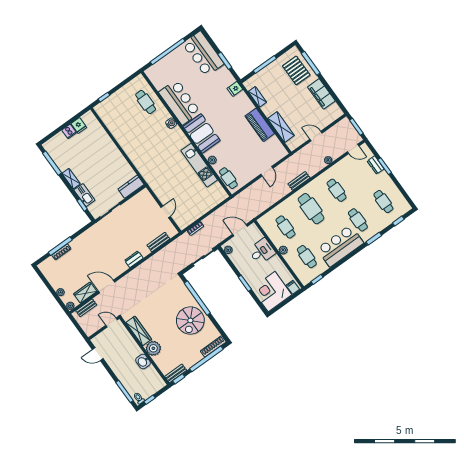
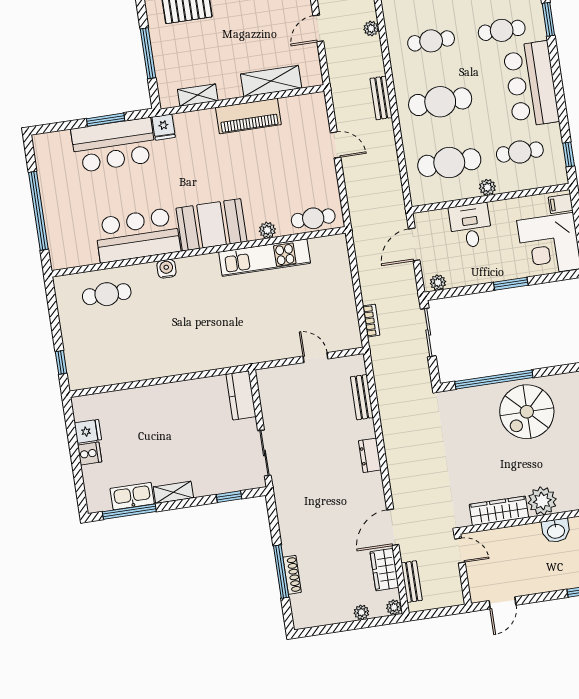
bar counter: (203, 54) -> (114, 145), moved
kitchen sink: (84, 195) -> (132, 496), moved
cafe table: (285, 227) -> (449, 163), width x1.37, depth x1.35
spiral stairs: (190, 320) -> (527, 412), turned 90
door: (112, 322) -> (460, 551), swing flipped

